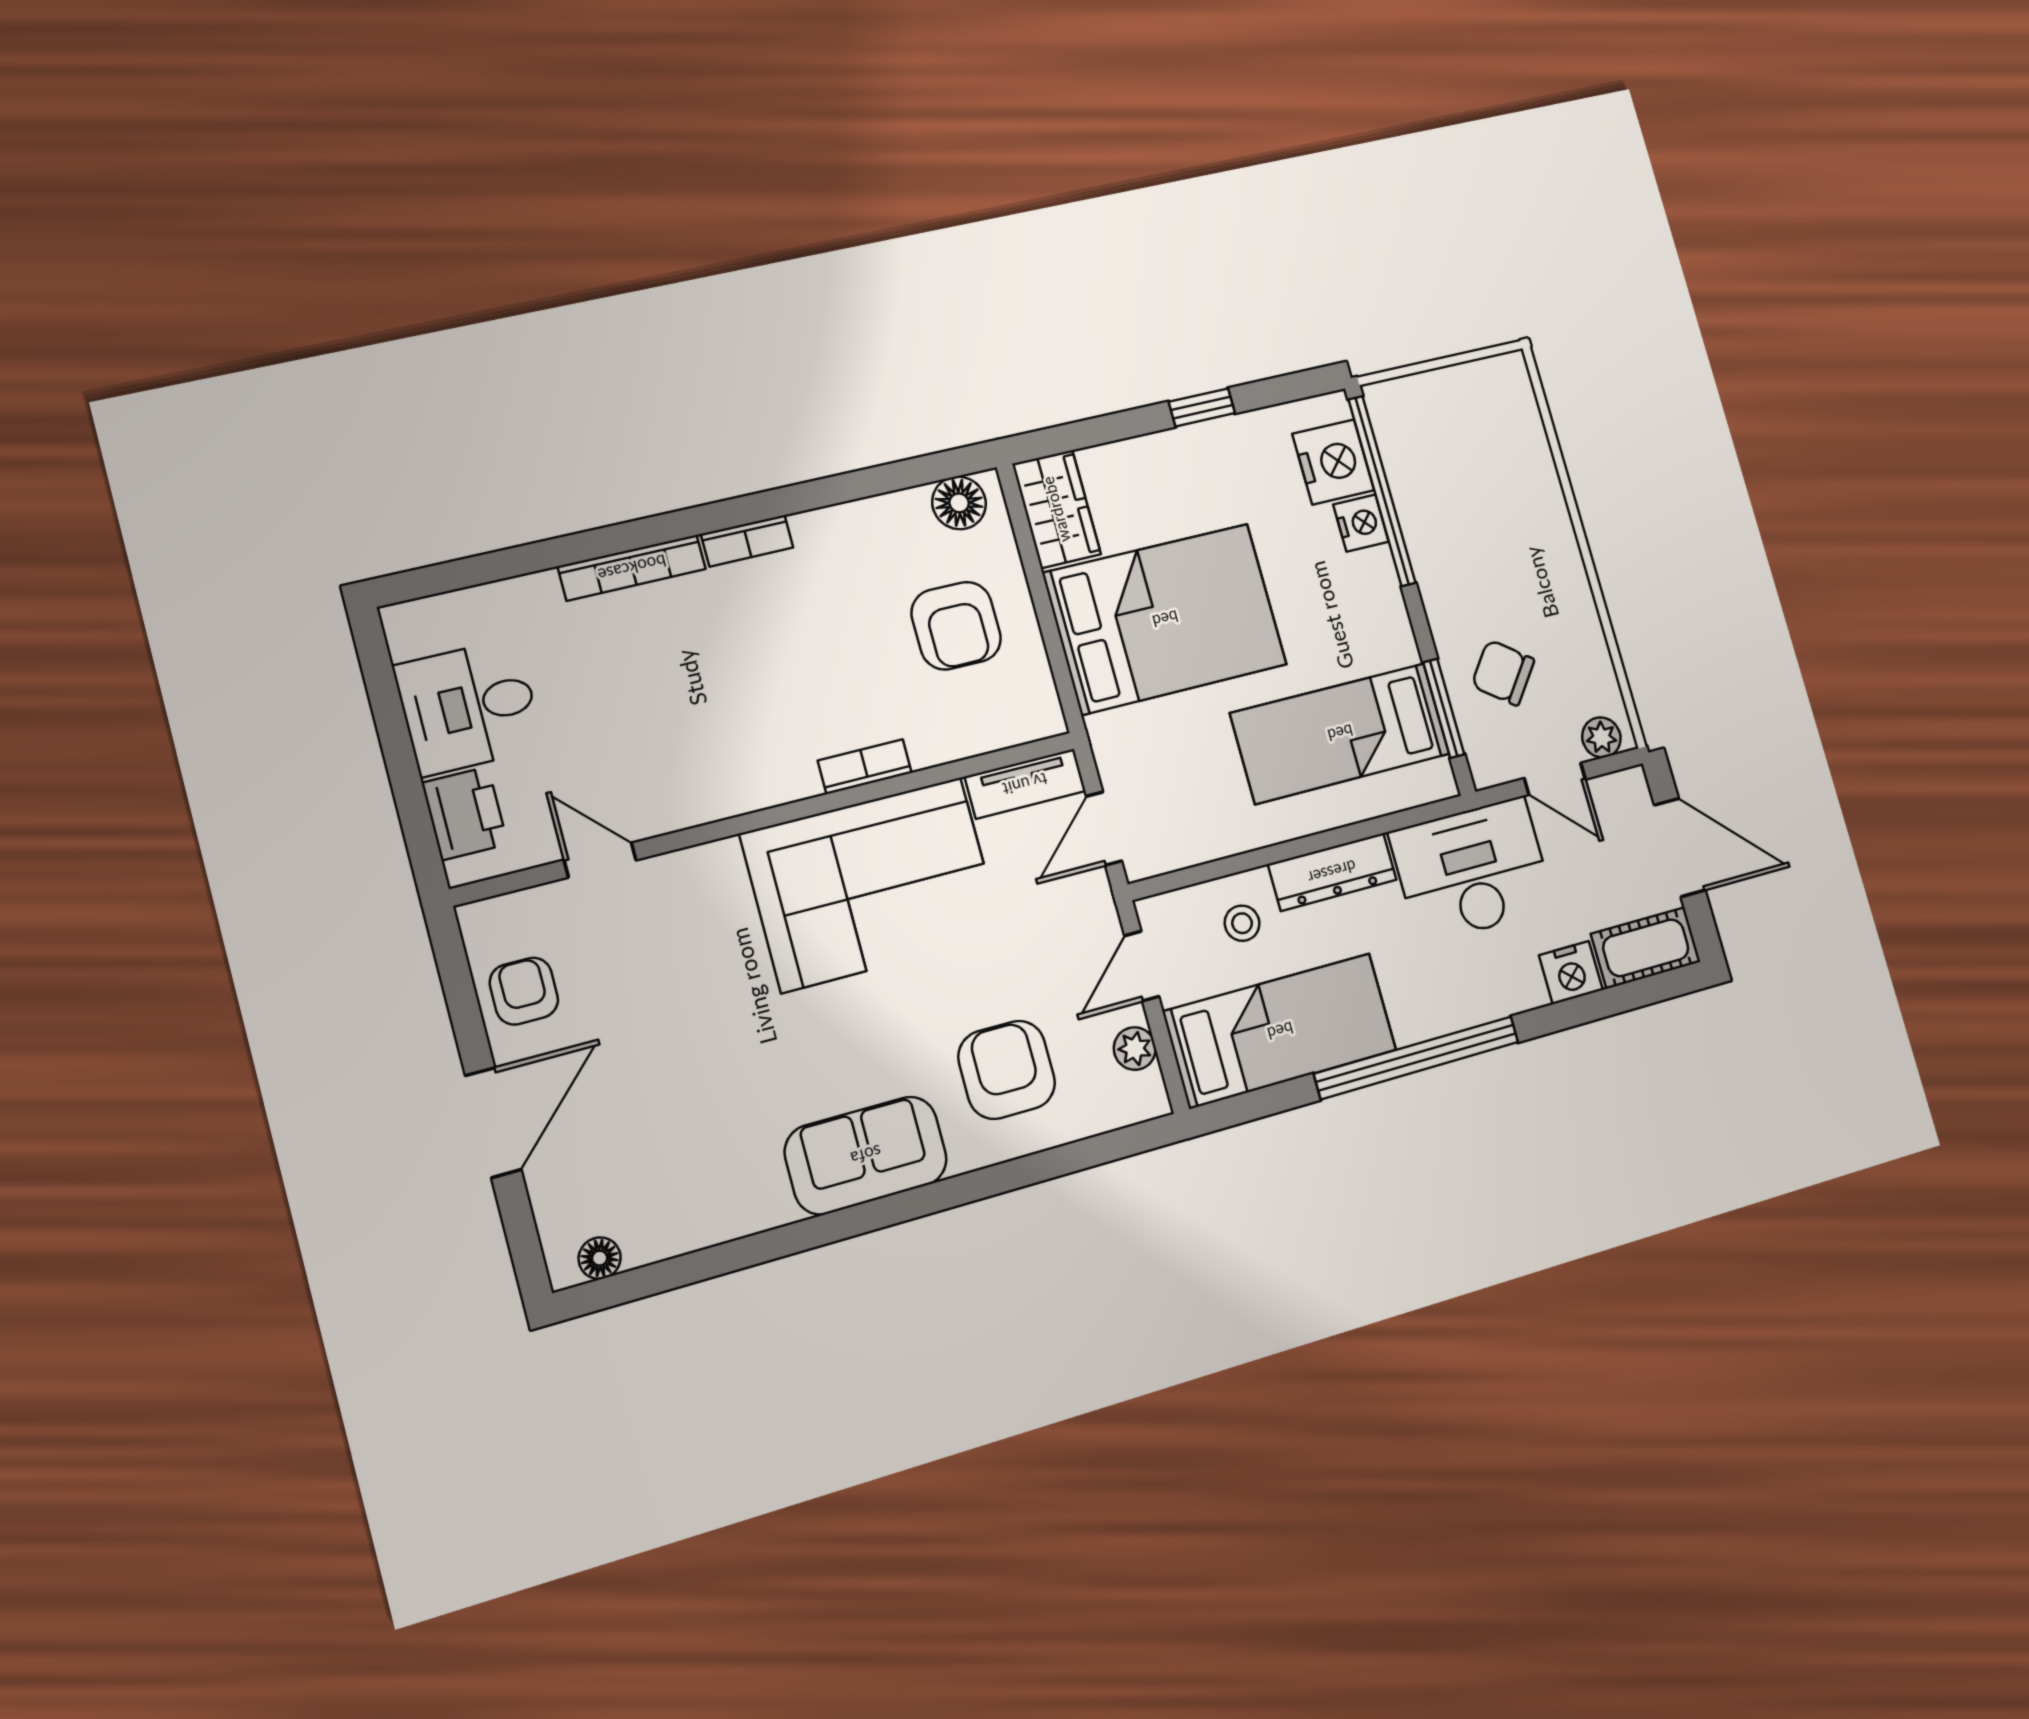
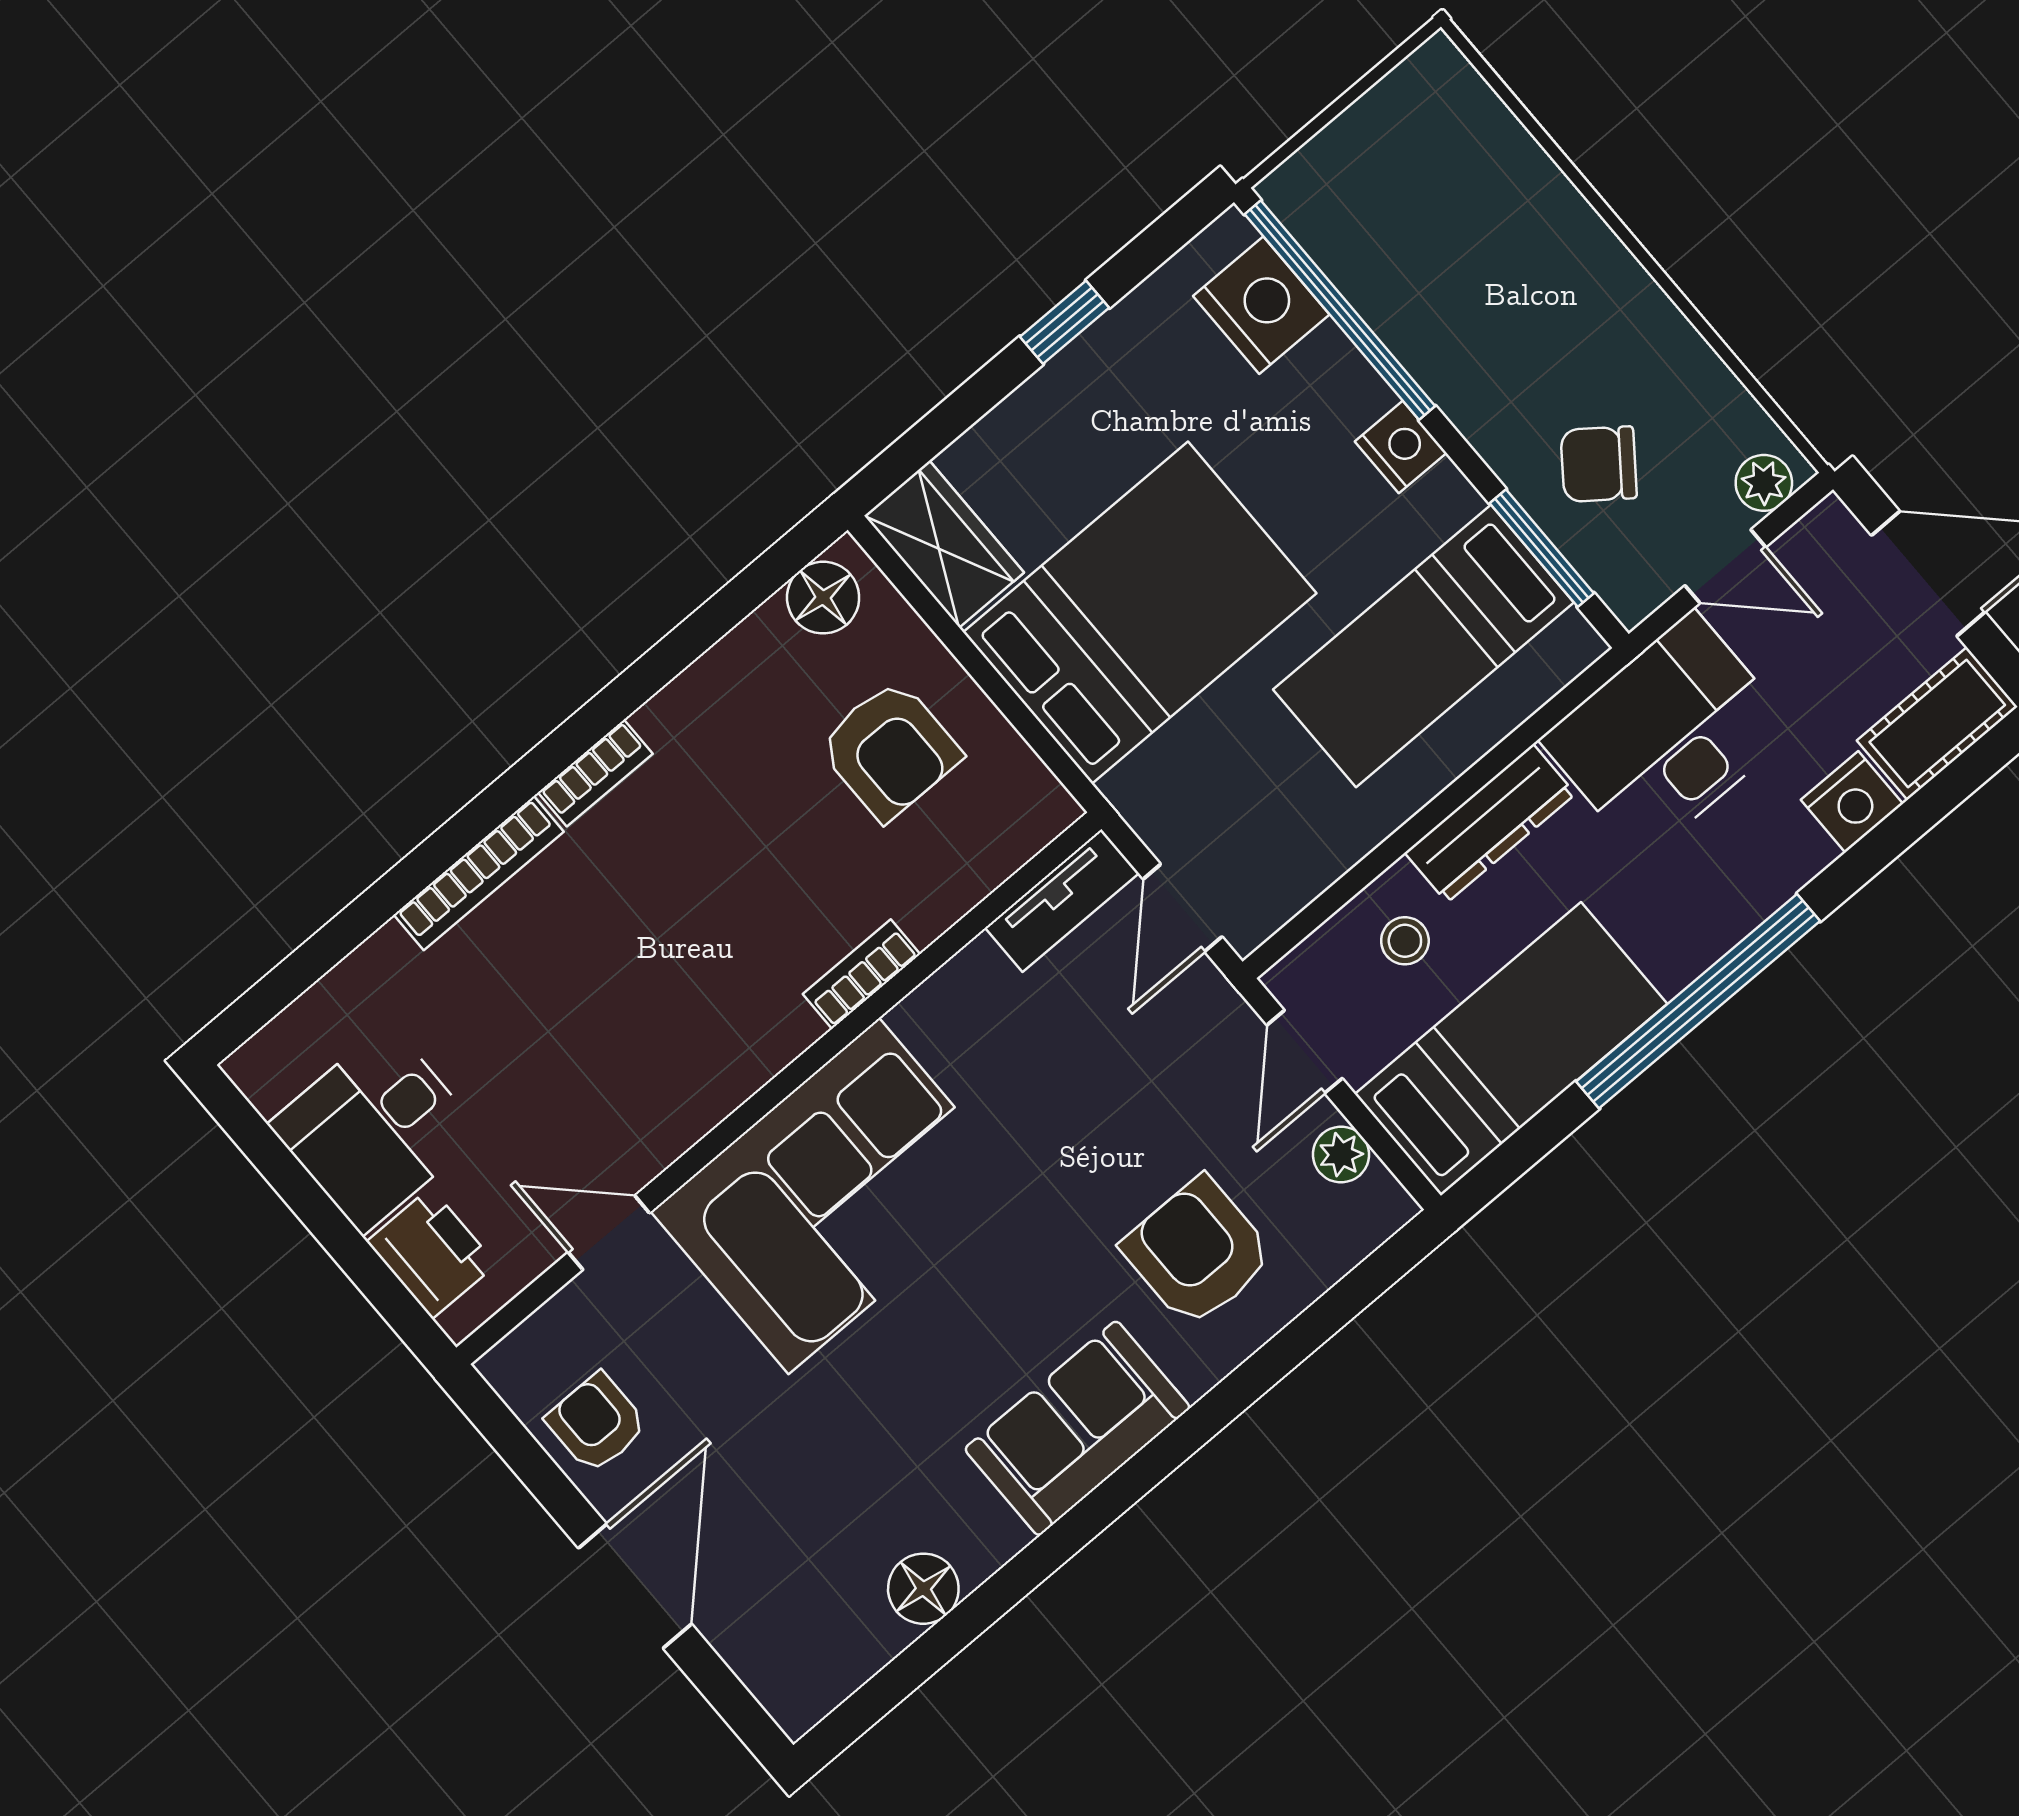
nightstand: (1361, 523) -> (1401, 447), moved
corner sofa: (872, 884) -> (834, 1196), moved
floor lamp: (600, 1258) -> (923, 1589), moved, width x1.37, depth x1.37

